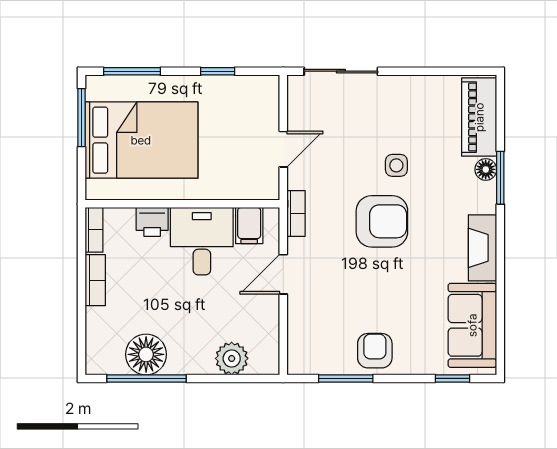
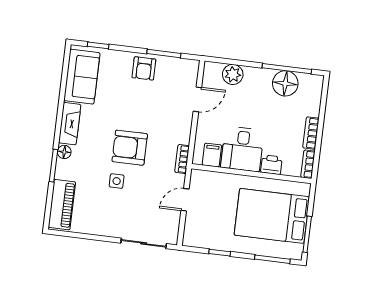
floor lamp: (486, 169) -> (64, 152), moved
door: (283, 274) -> (197, 99), moved

